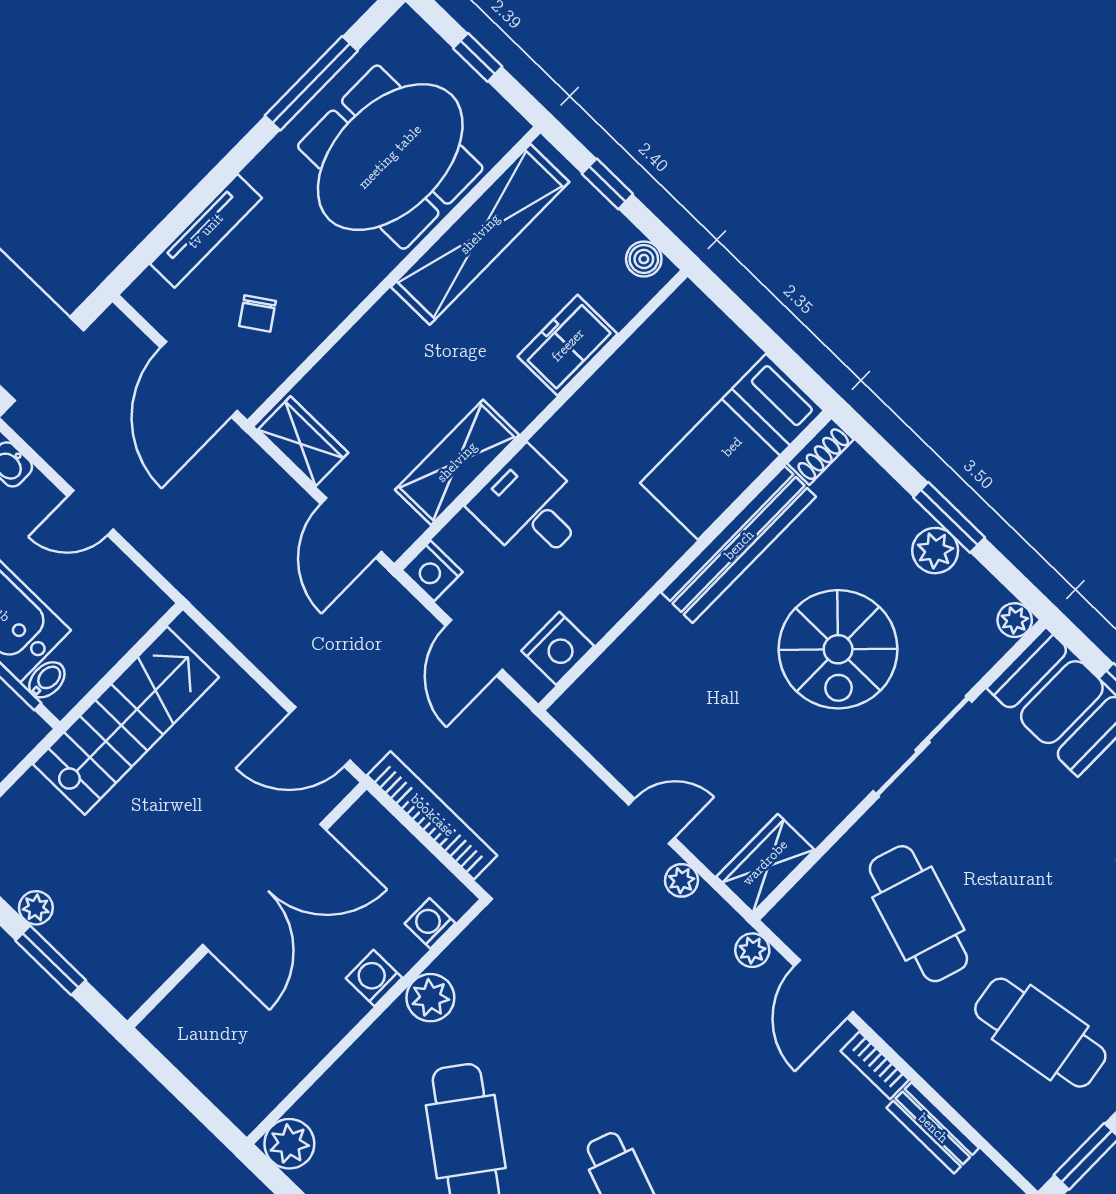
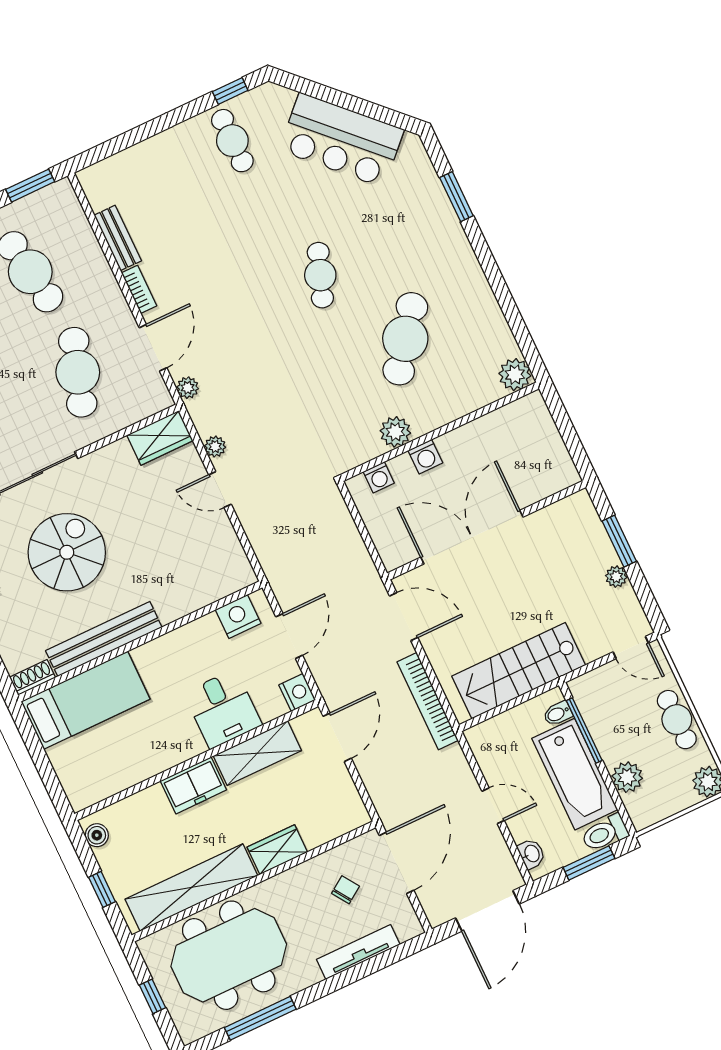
freezer: (568, 345) -> (193, 785), moved
wardrobe: (303, 441) -> (277, 850), moved, turned 90
bookcase: (432, 815) -> (428, 701), moved

